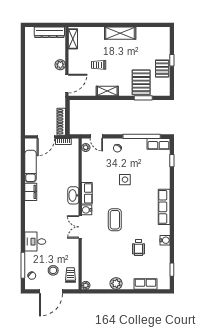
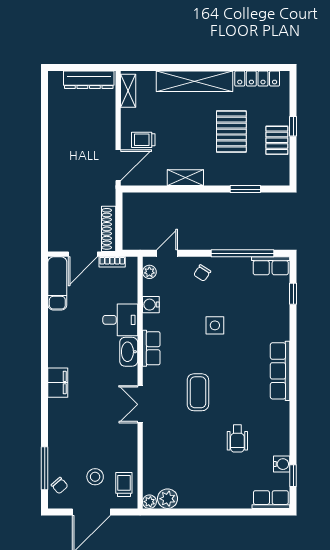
locker: (150, 32) -> (257, 78), added
shelving: (120, 33) -> (195, 81), width x1.47
plant: (60, 65) -> (107, 134), removed
trolley: (99, 65) -> (143, 140), moved
pallet: (141, 82) -> (231, 132), moved
door: (96, 136) -> (167, 253), swing flipped
exam couch: (31, 166) -> (57, 283), moved
filing cabinet: (31, 192) -> (58, 383), moved
water cooler: (87, 210) -> (151, 305), moved
water cooler: (165, 240) -> (282, 464), moved
desk: (35, 242) -> (120, 320), moved, turned 180
plant: (116, 283) -> (168, 499), moved
row of seats: (145, 284) -> (271, 500), moved

